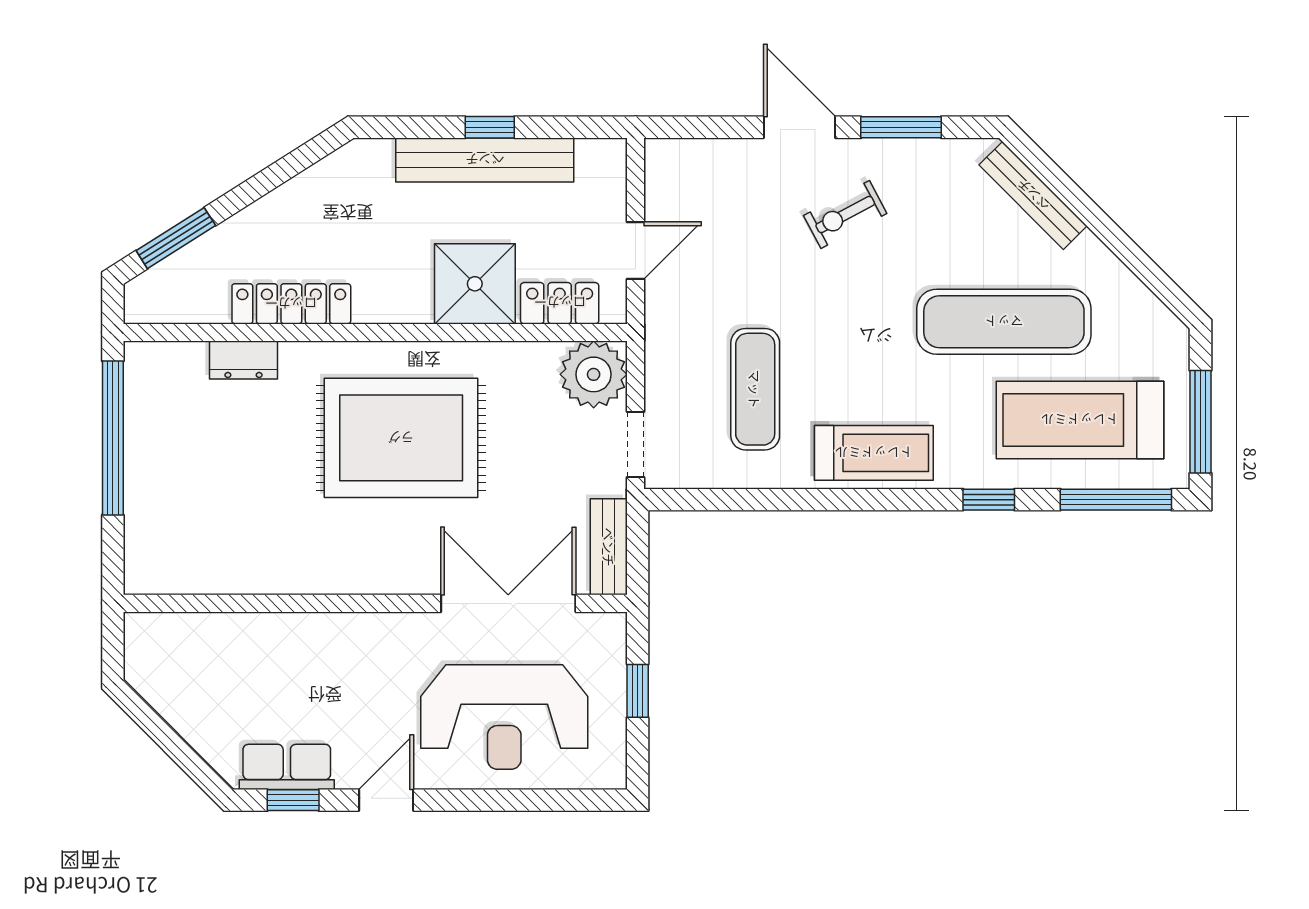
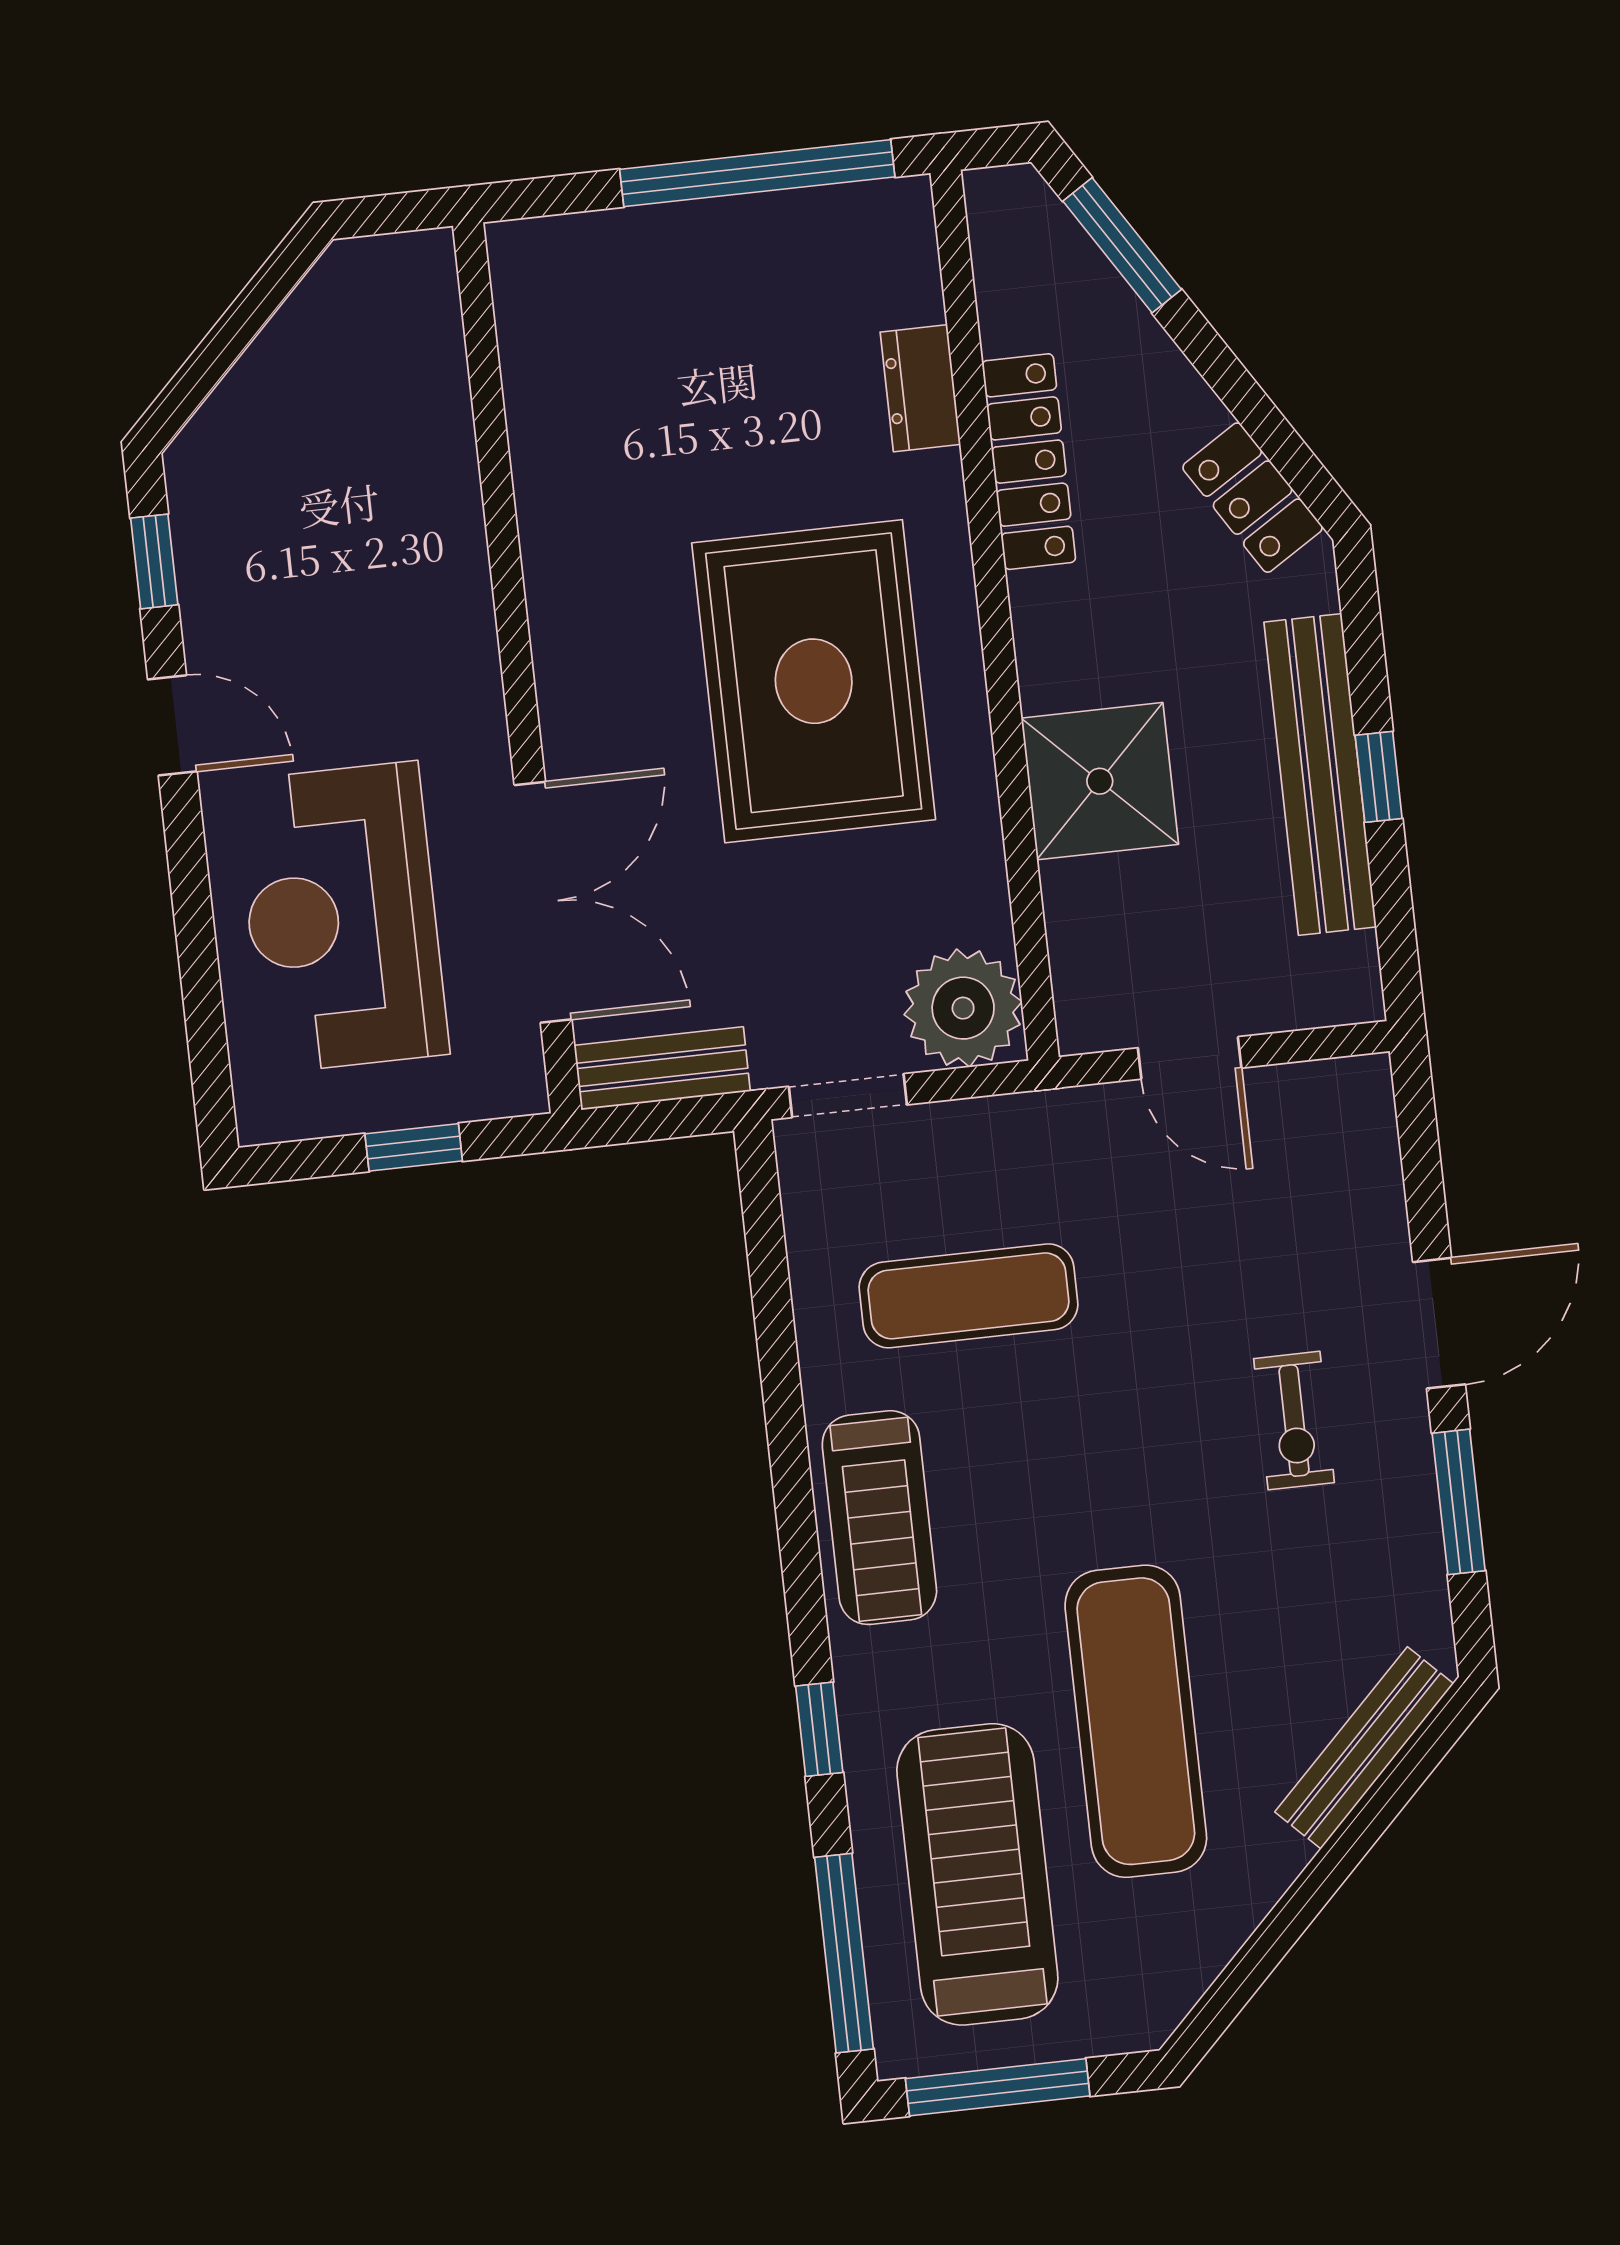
exercise bike: (845, 214) -> (1294, 1421), turned -152
locker: (560, 303) -> (1253, 498), moved, turned 148
row of seats: (287, 767) -> (212, 544), removed

